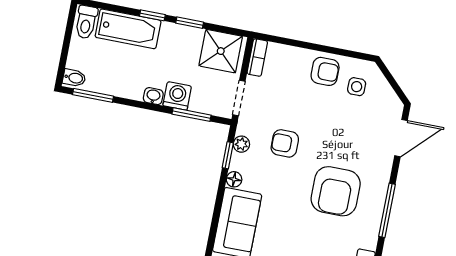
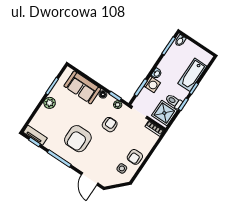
toilet: (86, 22) -> (174, 101), moved
armchair: (336, 191) -> (78, 139), turned -90

